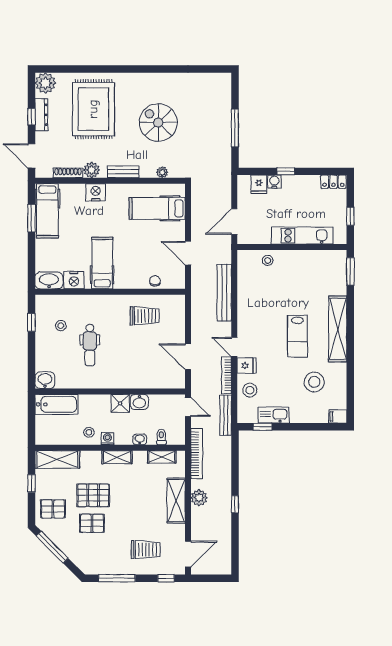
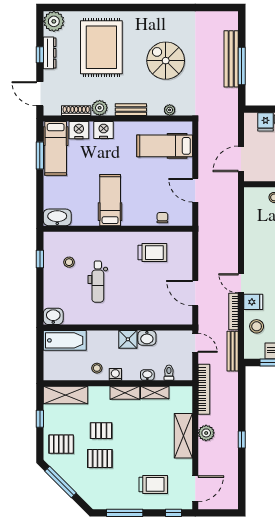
nightstand: (74, 280) -> (79, 130), moved, turned 180
bench: (224, 293) -> (231, 59), moved
shelving: (162, 457) -> (155, 392), moved
pallet: (93, 495) -> (101, 431), width x0.67, depth x0.71

